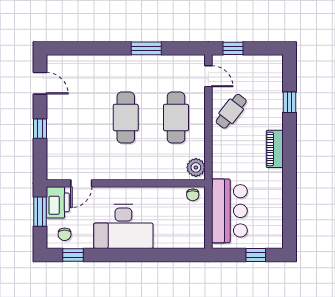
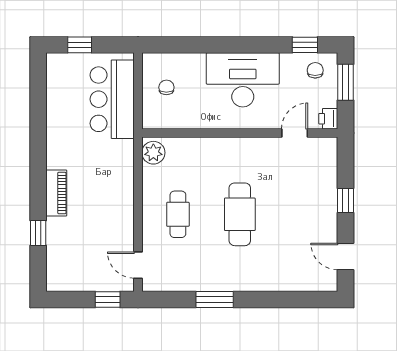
cafe table: (231, 111) -> (110, 222), removed
cafe table: (176, 117) -> (178, 214), width x0.73, depth x0.74
piano: (275, 149) -> (56, 193), moved
chair: (193, 195) -> (166, 87), moved
printer: (58, 202) -> (328, 119), width x0.53, depth x0.68
window: (40, 212) -> (346, 82), moved

